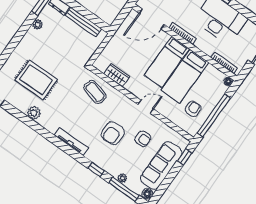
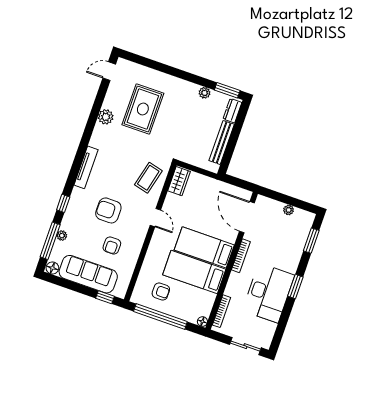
wardrobe: (117, 75) -> (179, 181), moved
door: (146, 107) -> (155, 218), moved

